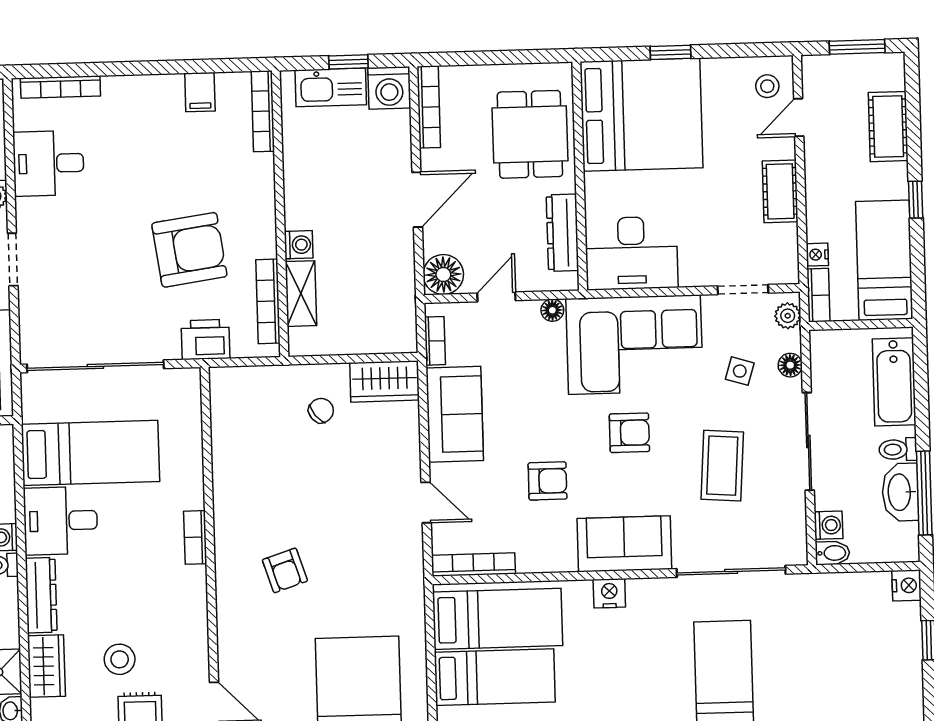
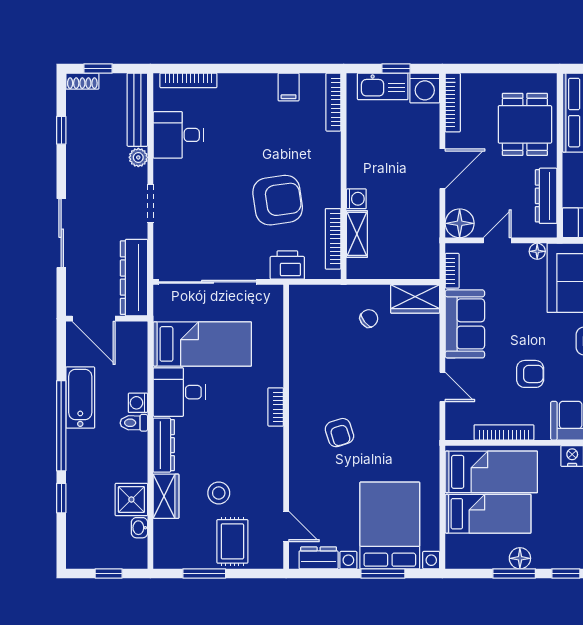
bookcase: (473, 565) -> (504, 432), moved

